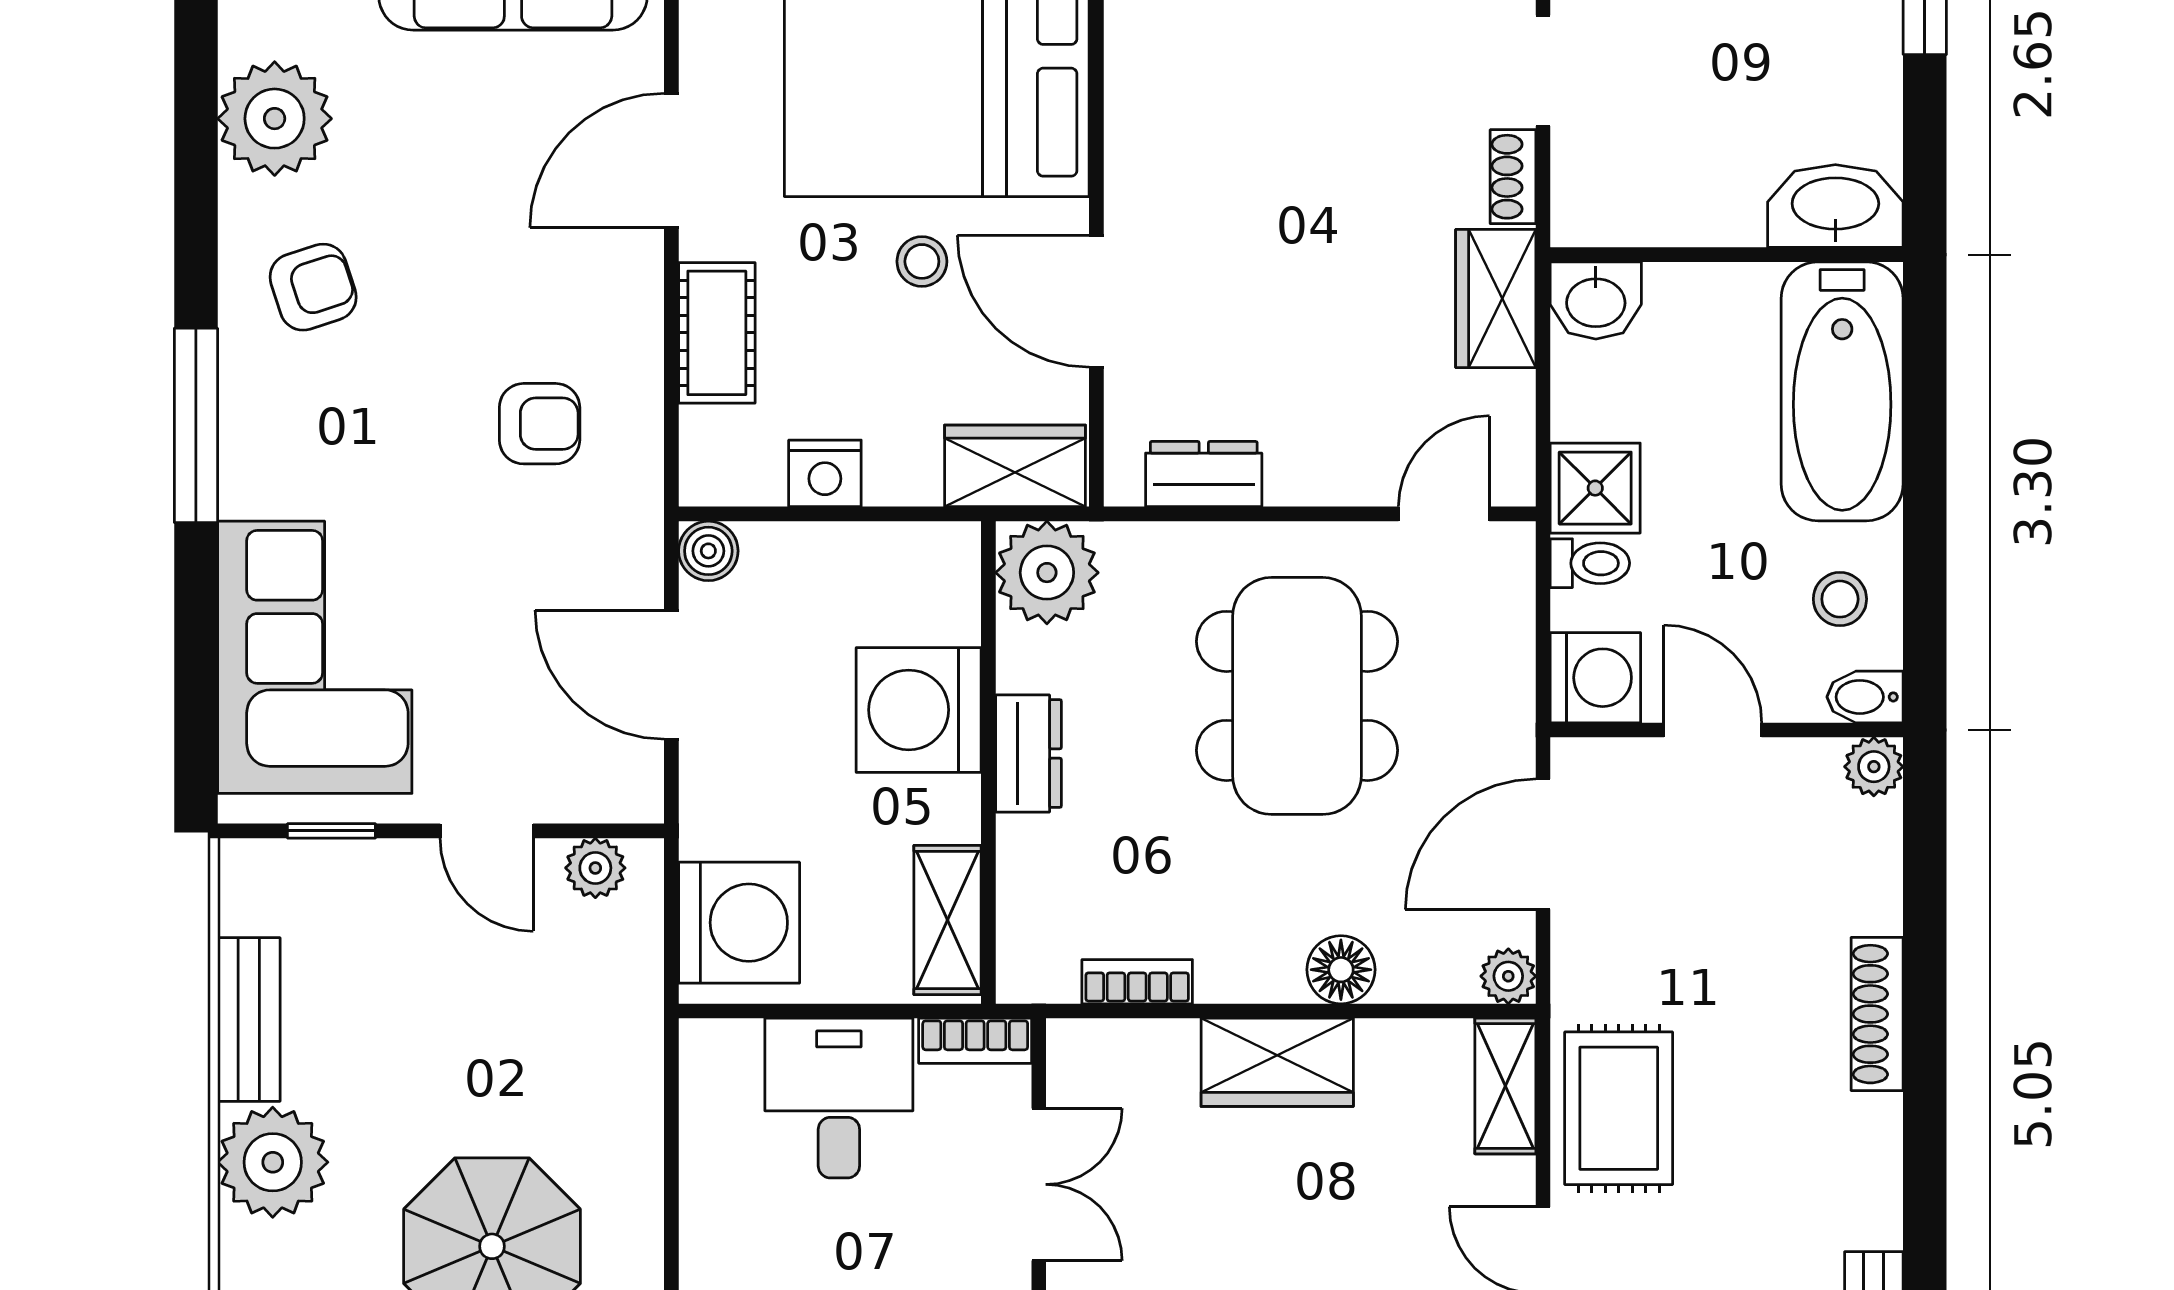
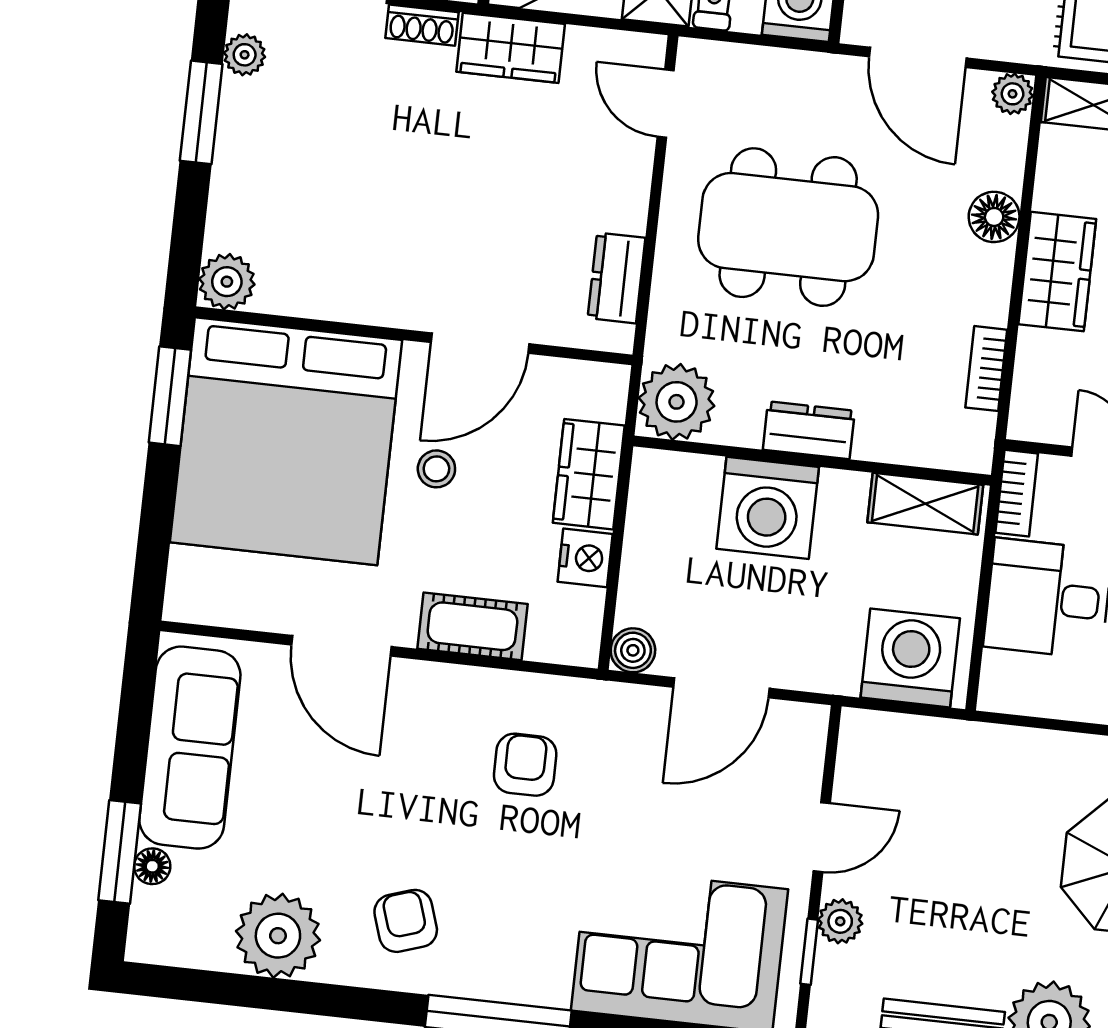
wardrobe: (1015, 466) -> (589, 474), moved
plant: (595, 868) -> (840, 921), moved

